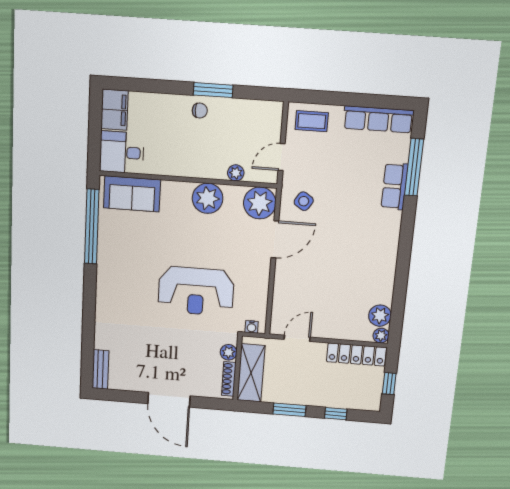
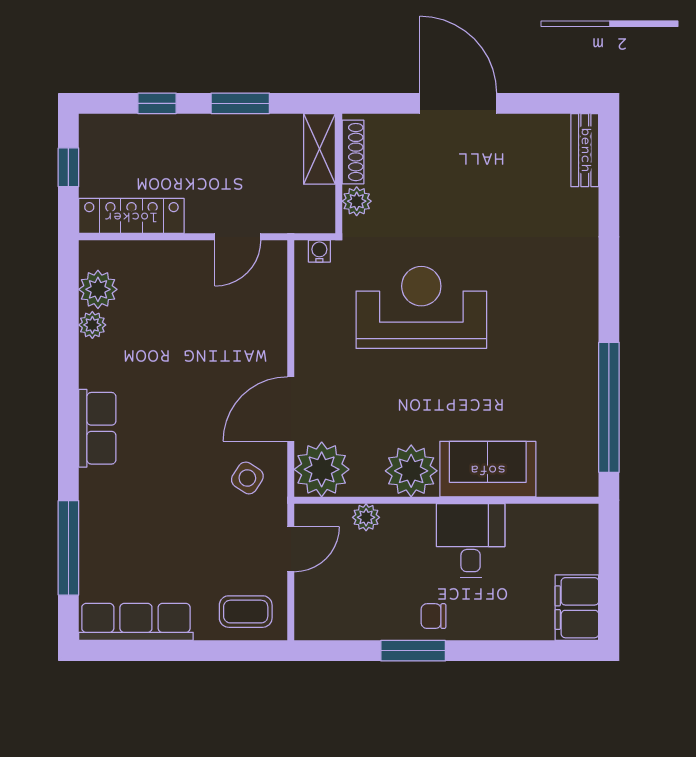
desk: (122, 152) -> (471, 541), moved, turned -90
row of seats: (395, 186) -> (97, 428), moved
sofa: (132, 194) -> (488, 469), moved
plant: (381, 336) -> (92, 325), moved
shelving: (251, 373) -> (319, 149), width x0.67, depth x0.75

